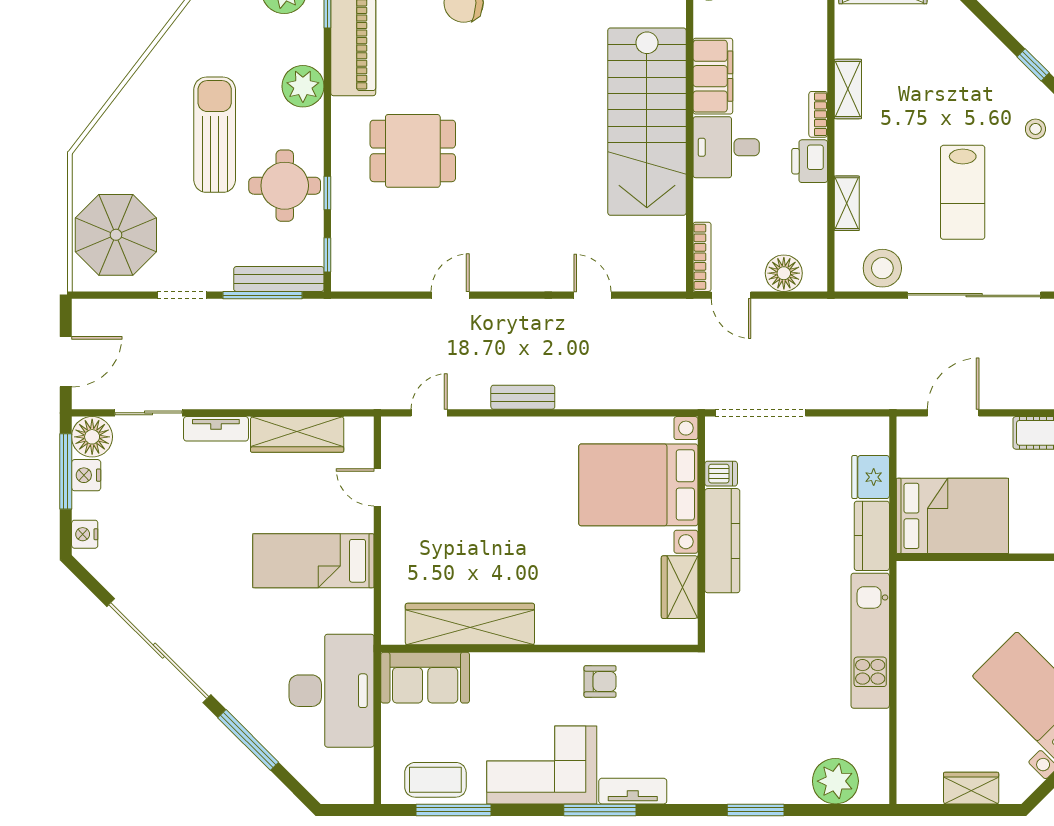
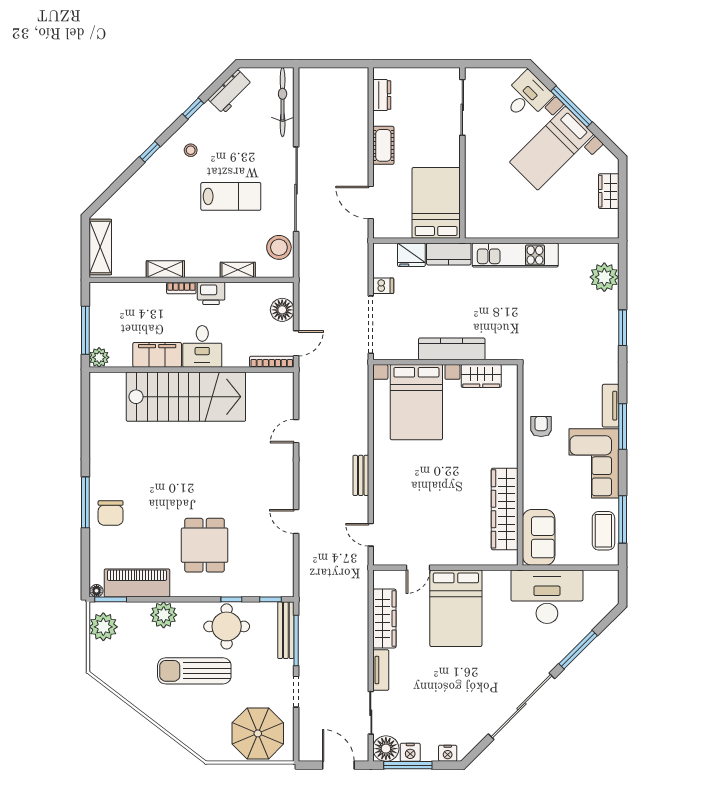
dishwasher: (721, 474) -> (383, 286), moved, turned 90
bed: (313, 561) -> (456, 608), width x1.50

